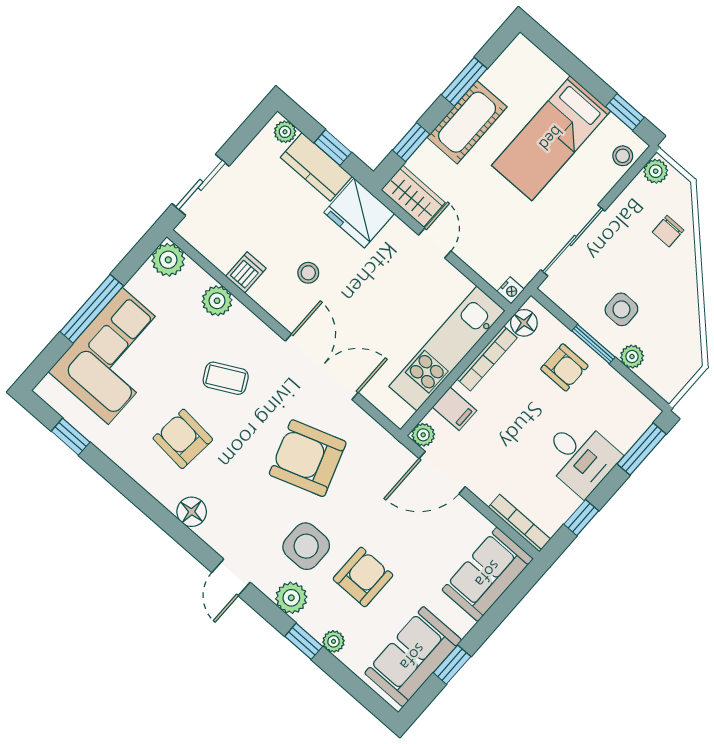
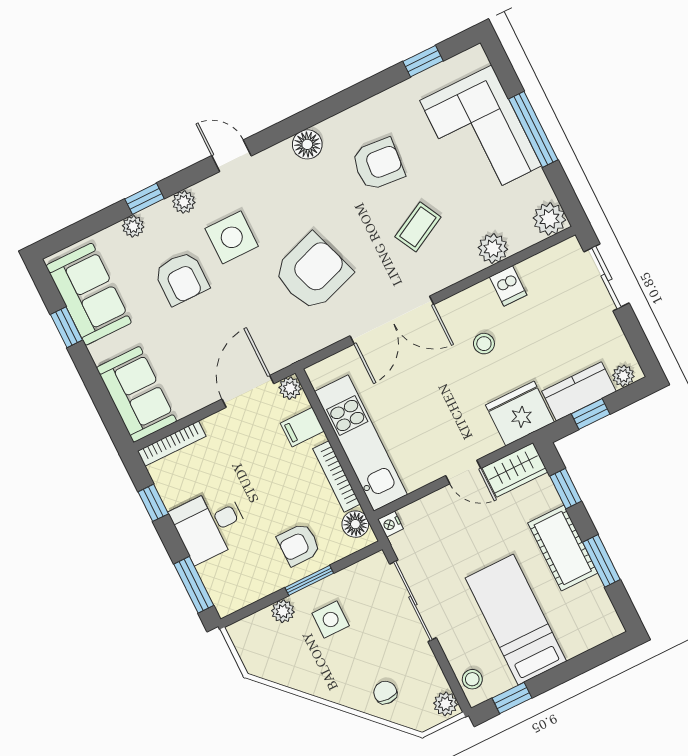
plant: (291, 598) -> (184, 202), width x0.73, depth x0.73

